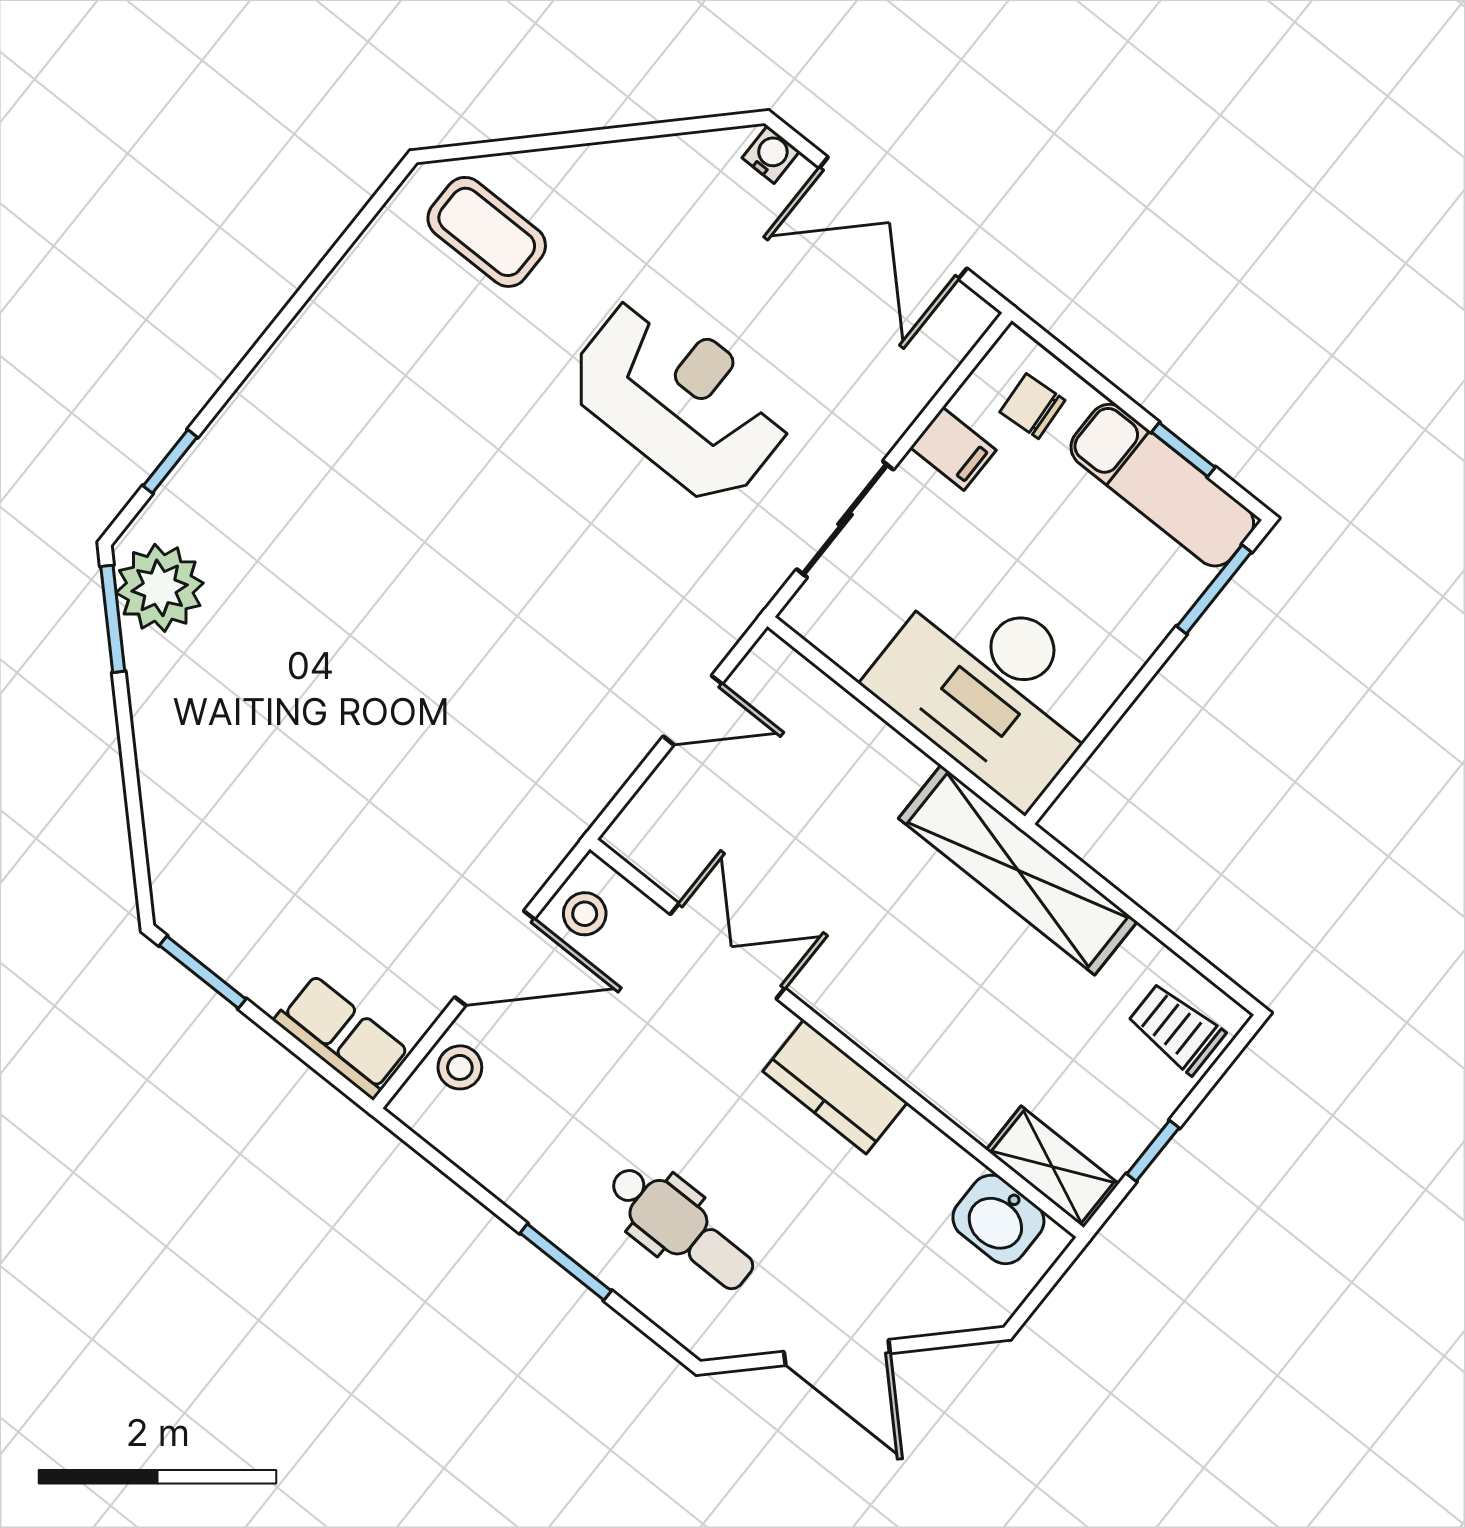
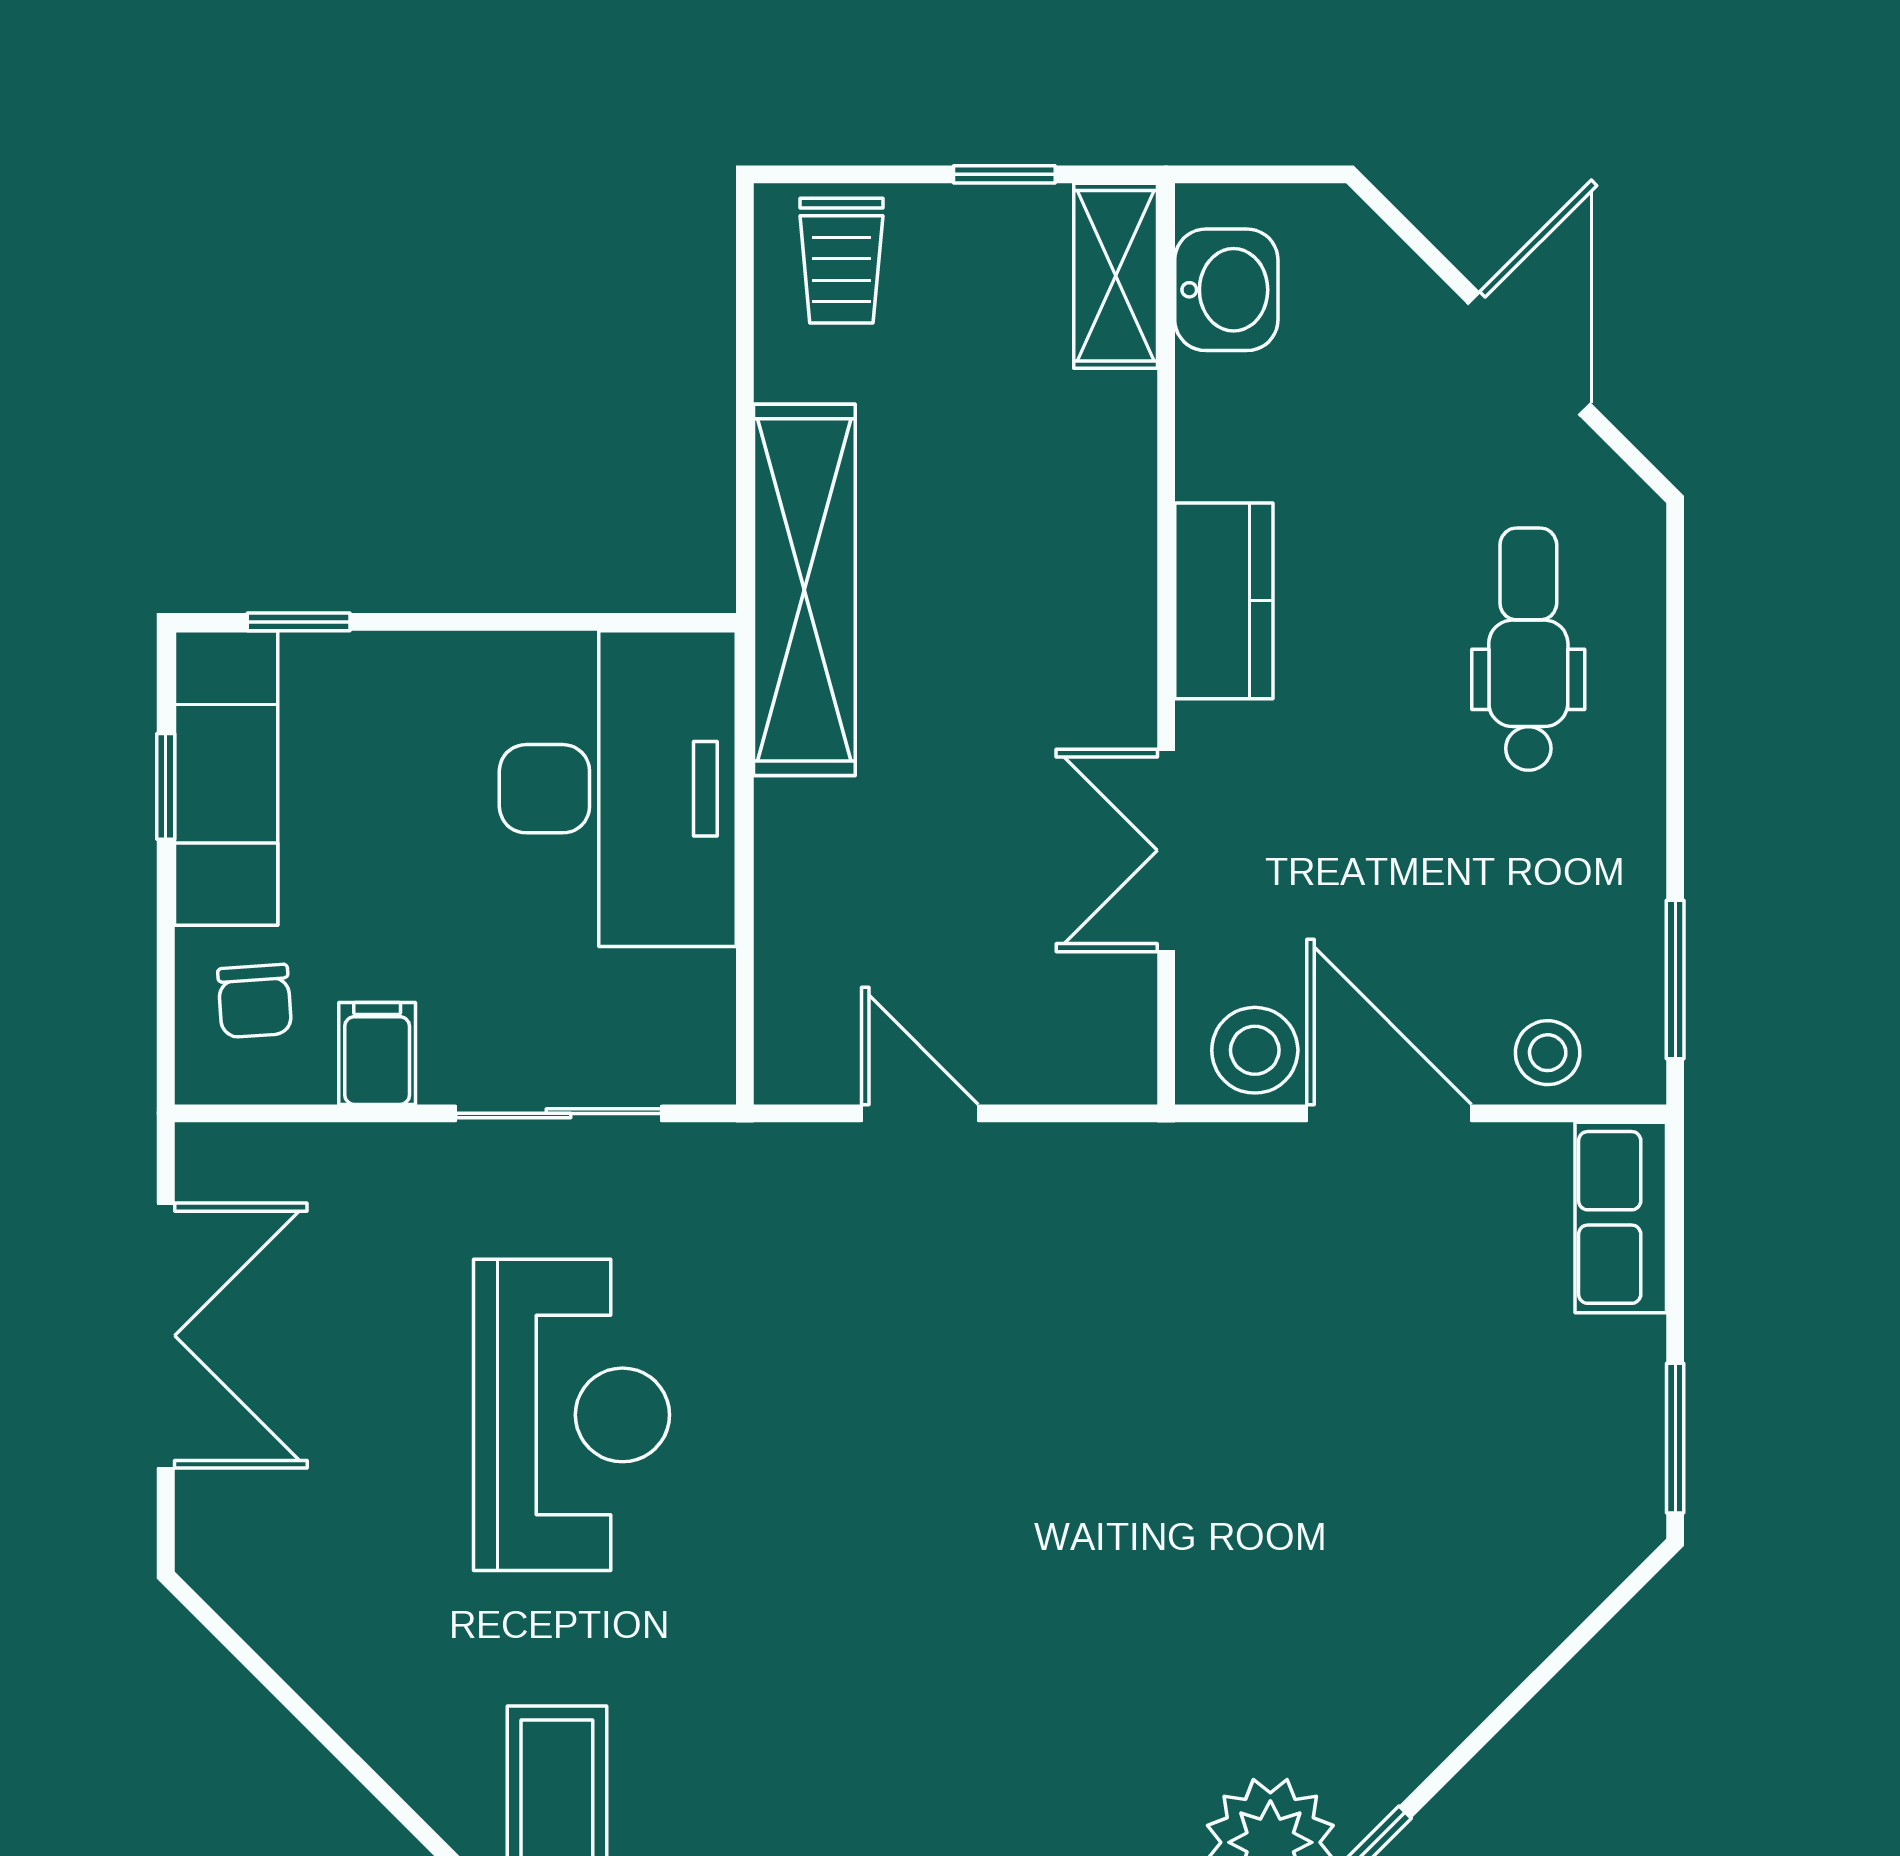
water cooler: (771, 154) -> (205, 1536), removed
reception desk: (680, 399) -> (572, 1415), turned 180
window: (1214, 589) -> (299, 622), width x0.67
stool: (585, 914) -> (1255, 1050), width x1.37, depth x1.37
window: (566, 1262) -> (1675, 979), moved

